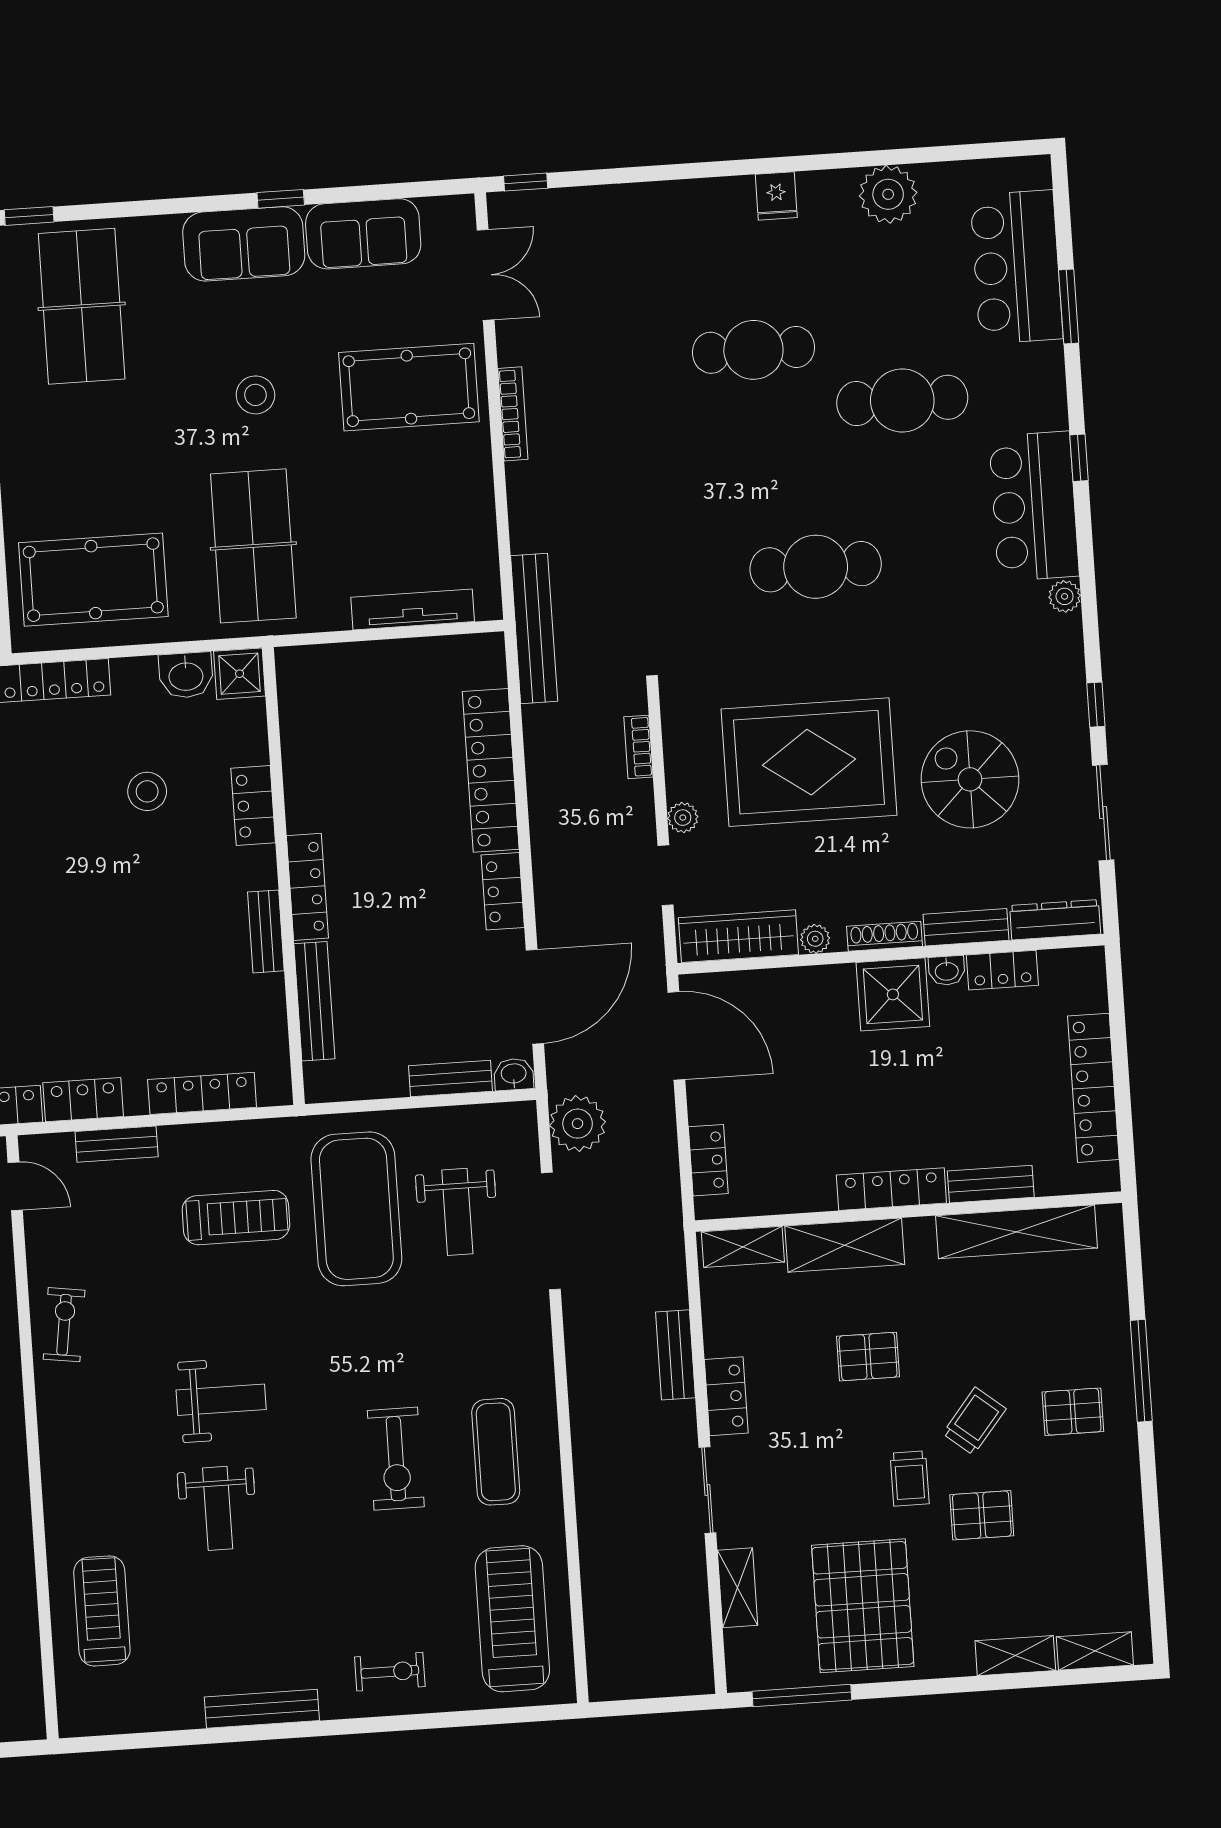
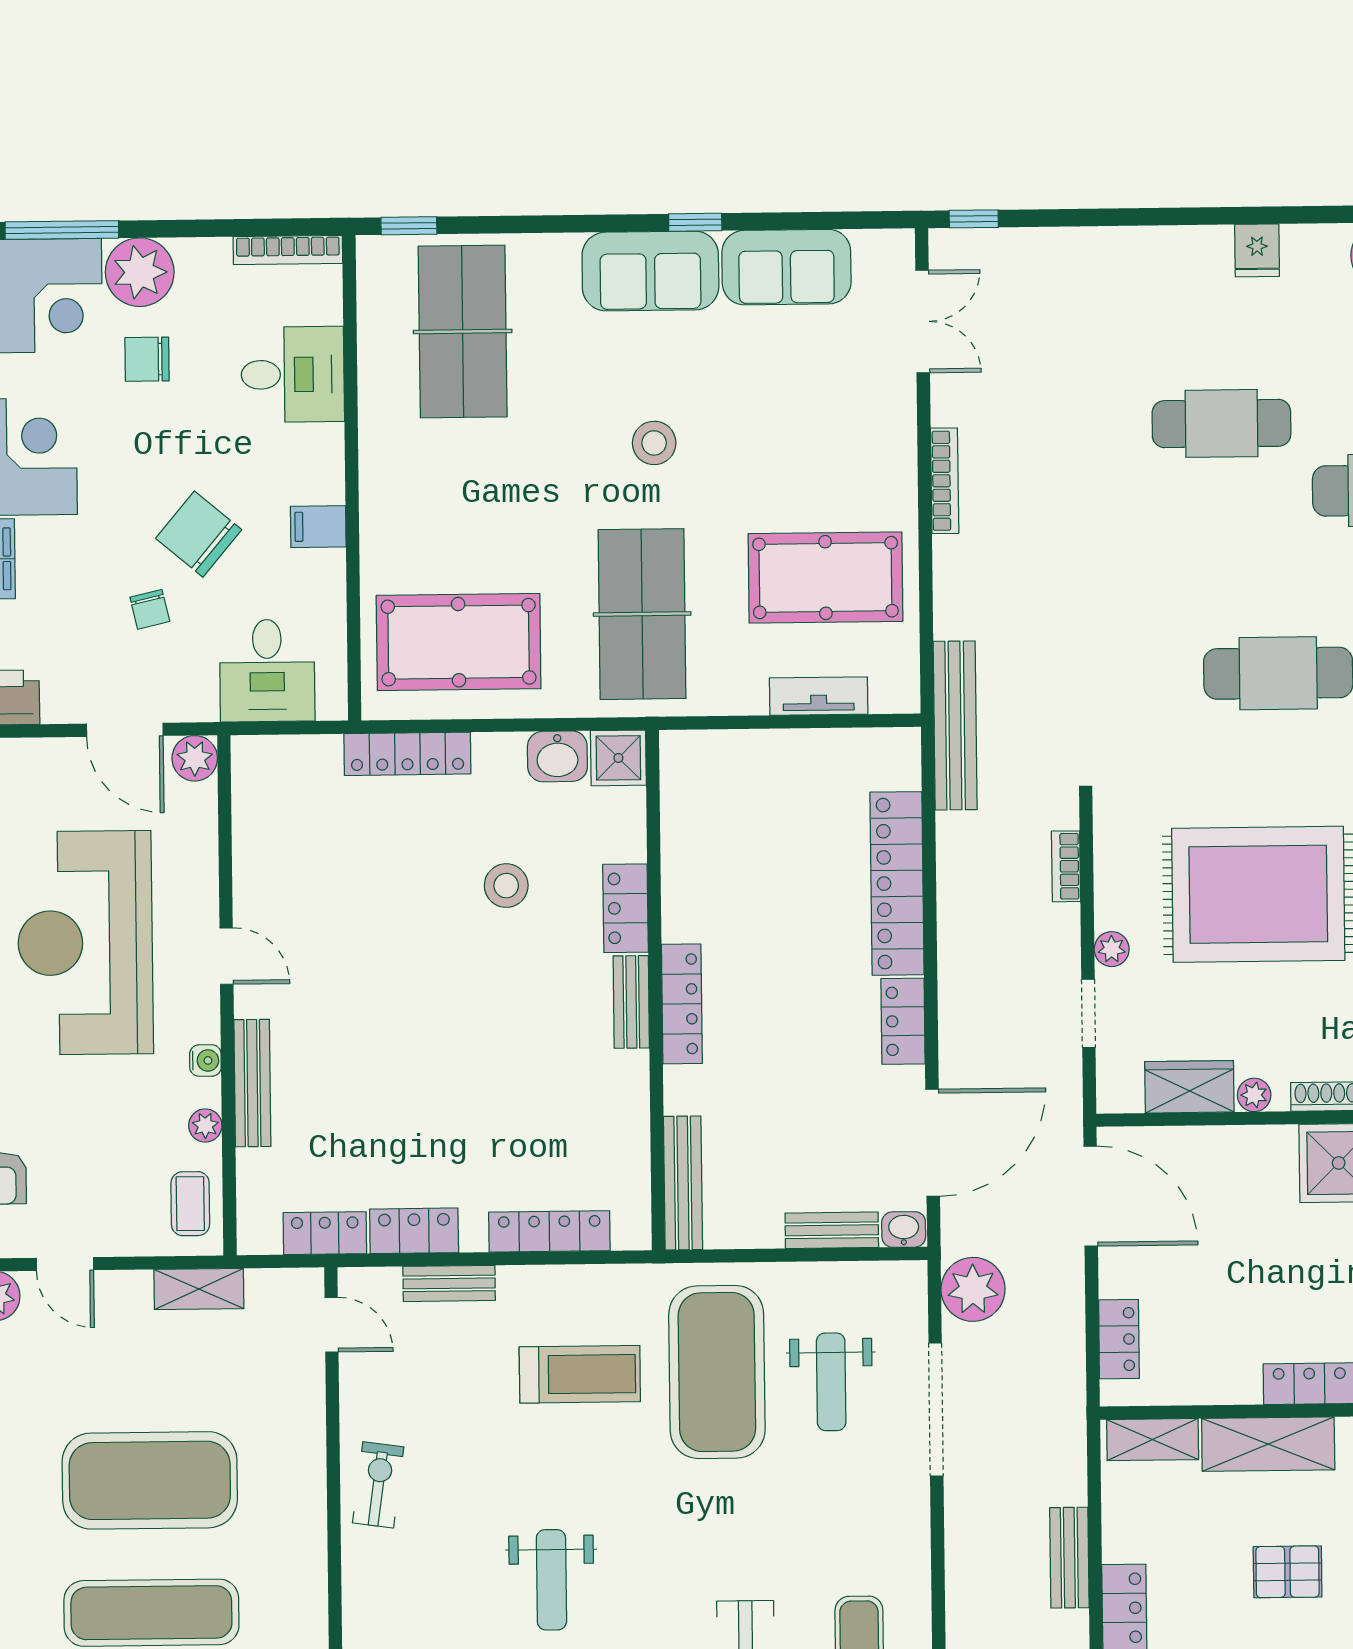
pool table: (409, 387) -> (825, 578), moved
tv unit: (413, 609) -> (819, 696), width x0.71
bench: (266, 931) -> (631, 1002), moved
wardrobe: (738, 936) -> (1189, 1087), width x0.67
bench: (314, 1001) -> (683, 1183), moved
weight bench: (221, 1400) -> (551, 1580), turned 90

